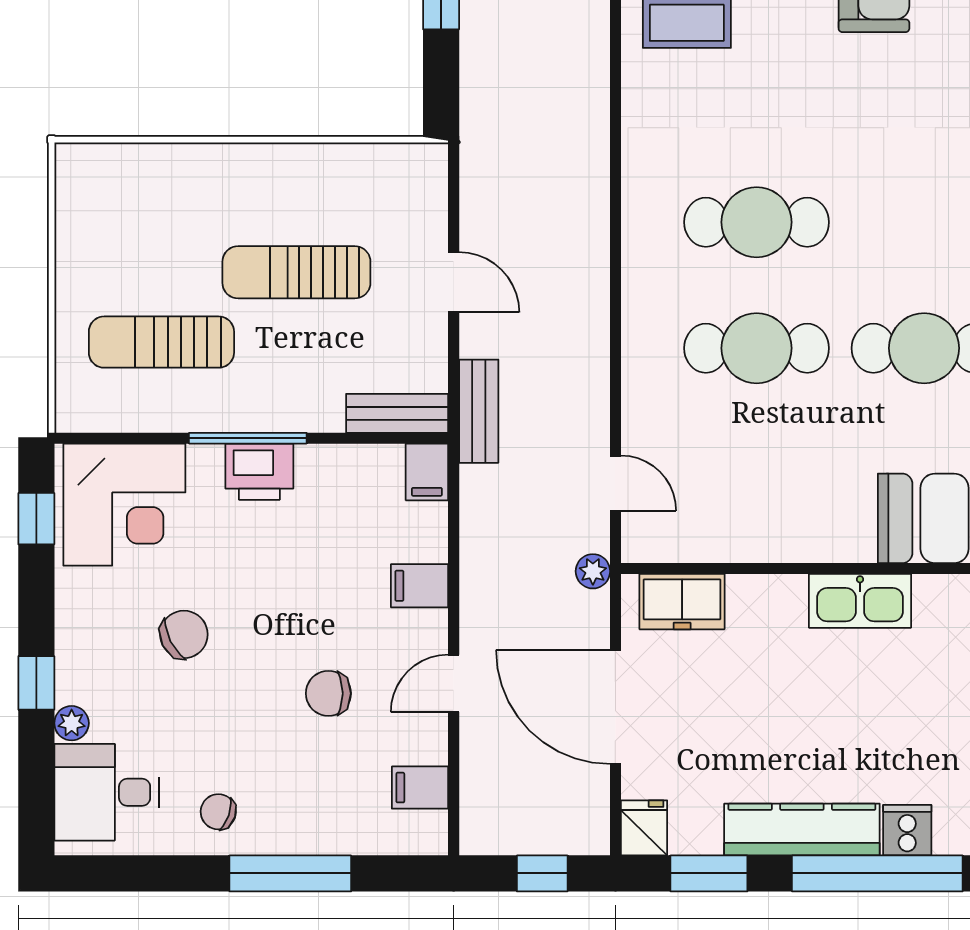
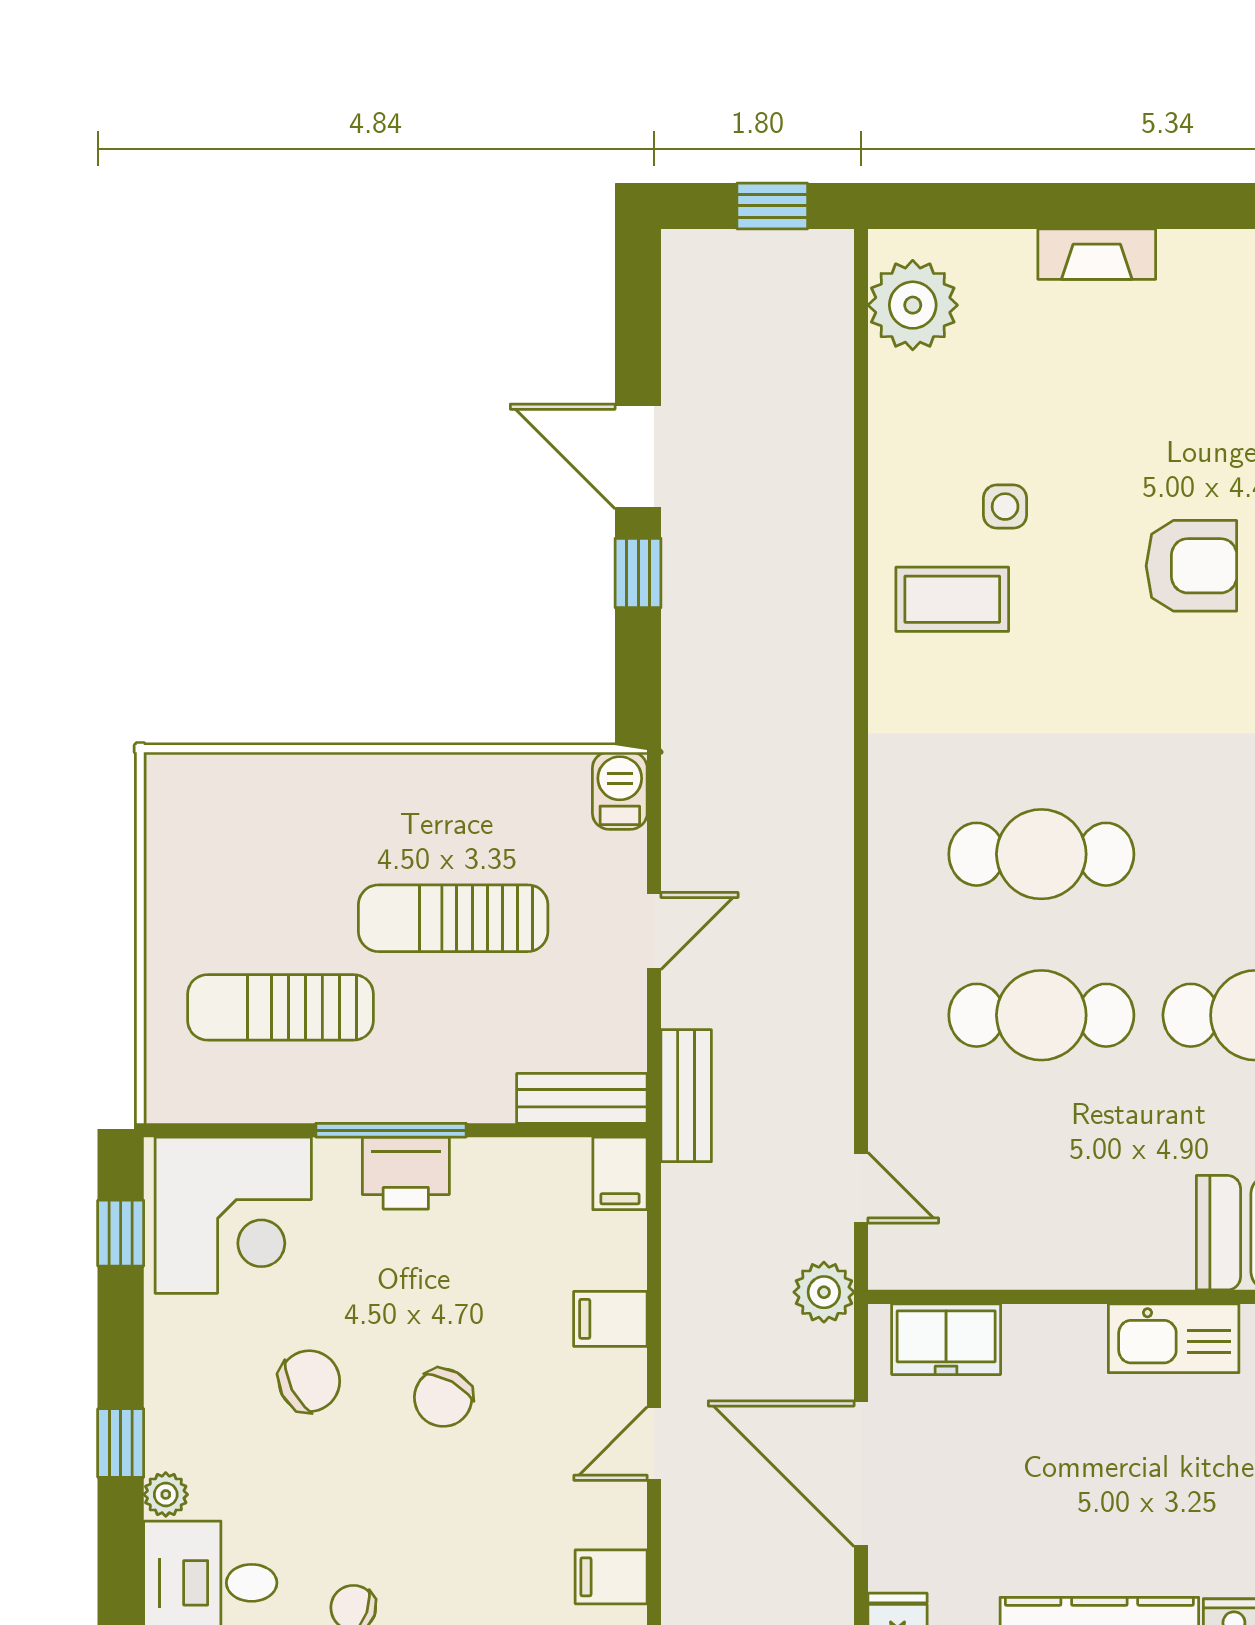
barbecue: (427, 173) -> (620, 791), added
door: (454, 282) -> (654, 931), hinge flipped
plant: (593, 571) -> (824, 1292), width x1.38, depth x1.38
chair: (328, 693) -> (443, 1398), moved, turned -61

